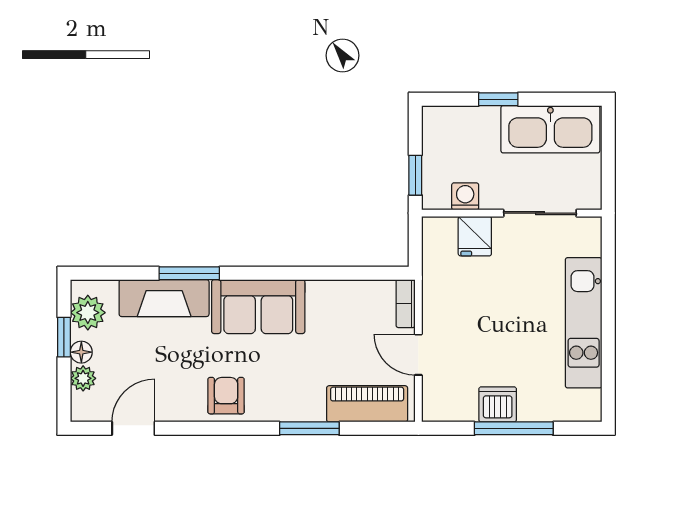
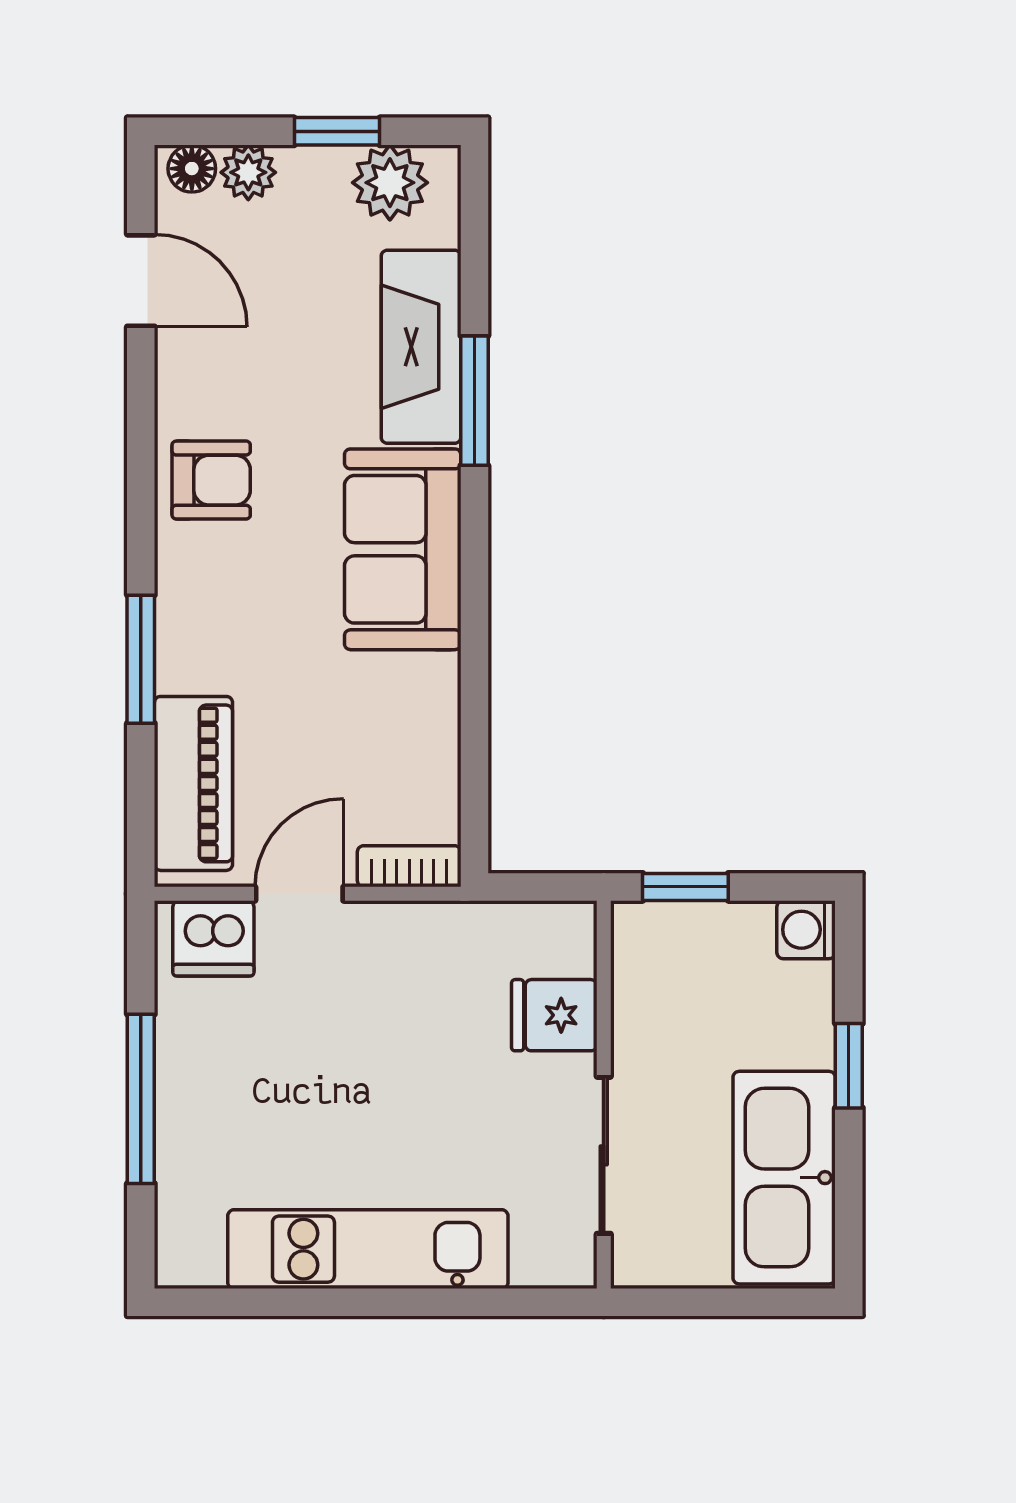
washing machine: (465, 196) -> (806, 930), moved, turned 180
floor lamp: (81, 352) -> (192, 169), moved
dishwasher: (498, 404) -> (213, 938), moved, turned 90

